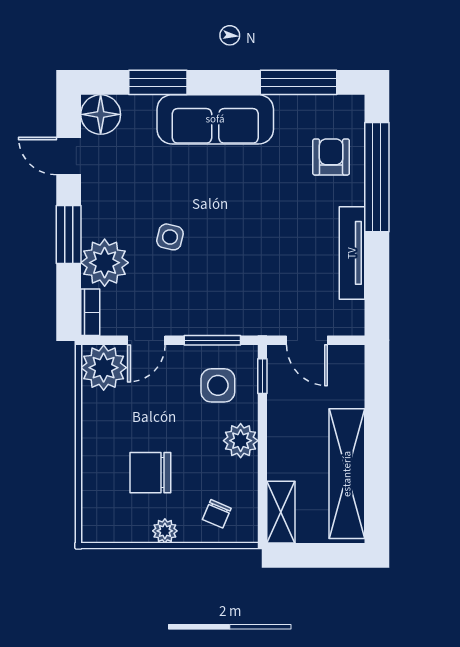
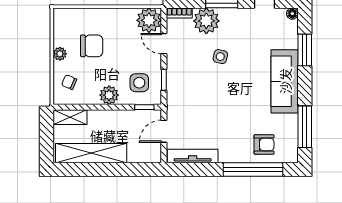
floor lamp: (101, 114) -> (292, 14), width x0.53, depth x0.53
tv unit: (352, 253) -> (193, 156), moved
window: (212, 340) -> (164, 80), width x0.67
chair: (150, 473) -> (92, 46), turned 90

